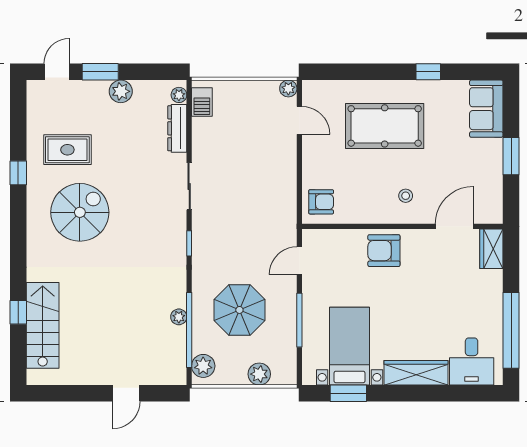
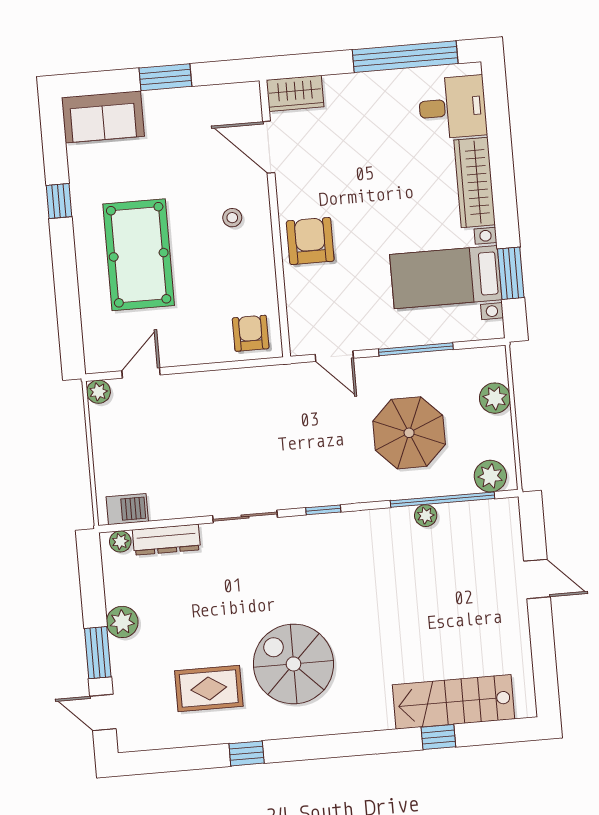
rug: (67, 150) -> (209, 688), turned 90
armchair: (384, 251) -> (310, 241), turned 180

